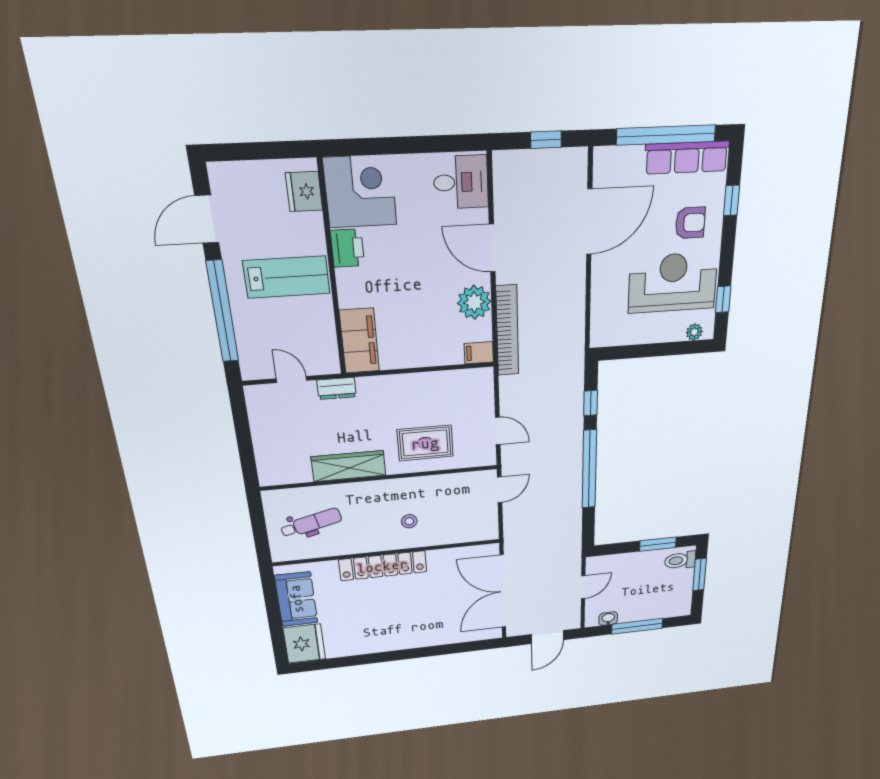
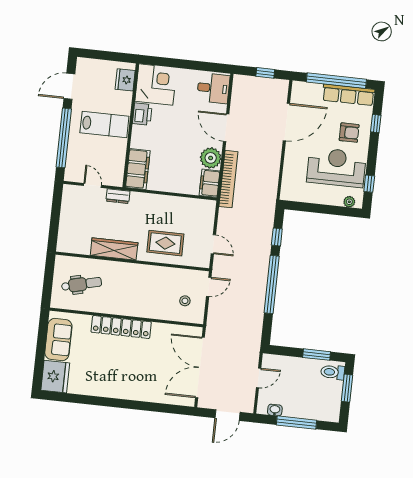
filing cabinet: (479, 353) -> (210, 183), width x2.00
stool: (409, 521) -> (185, 301), moved

